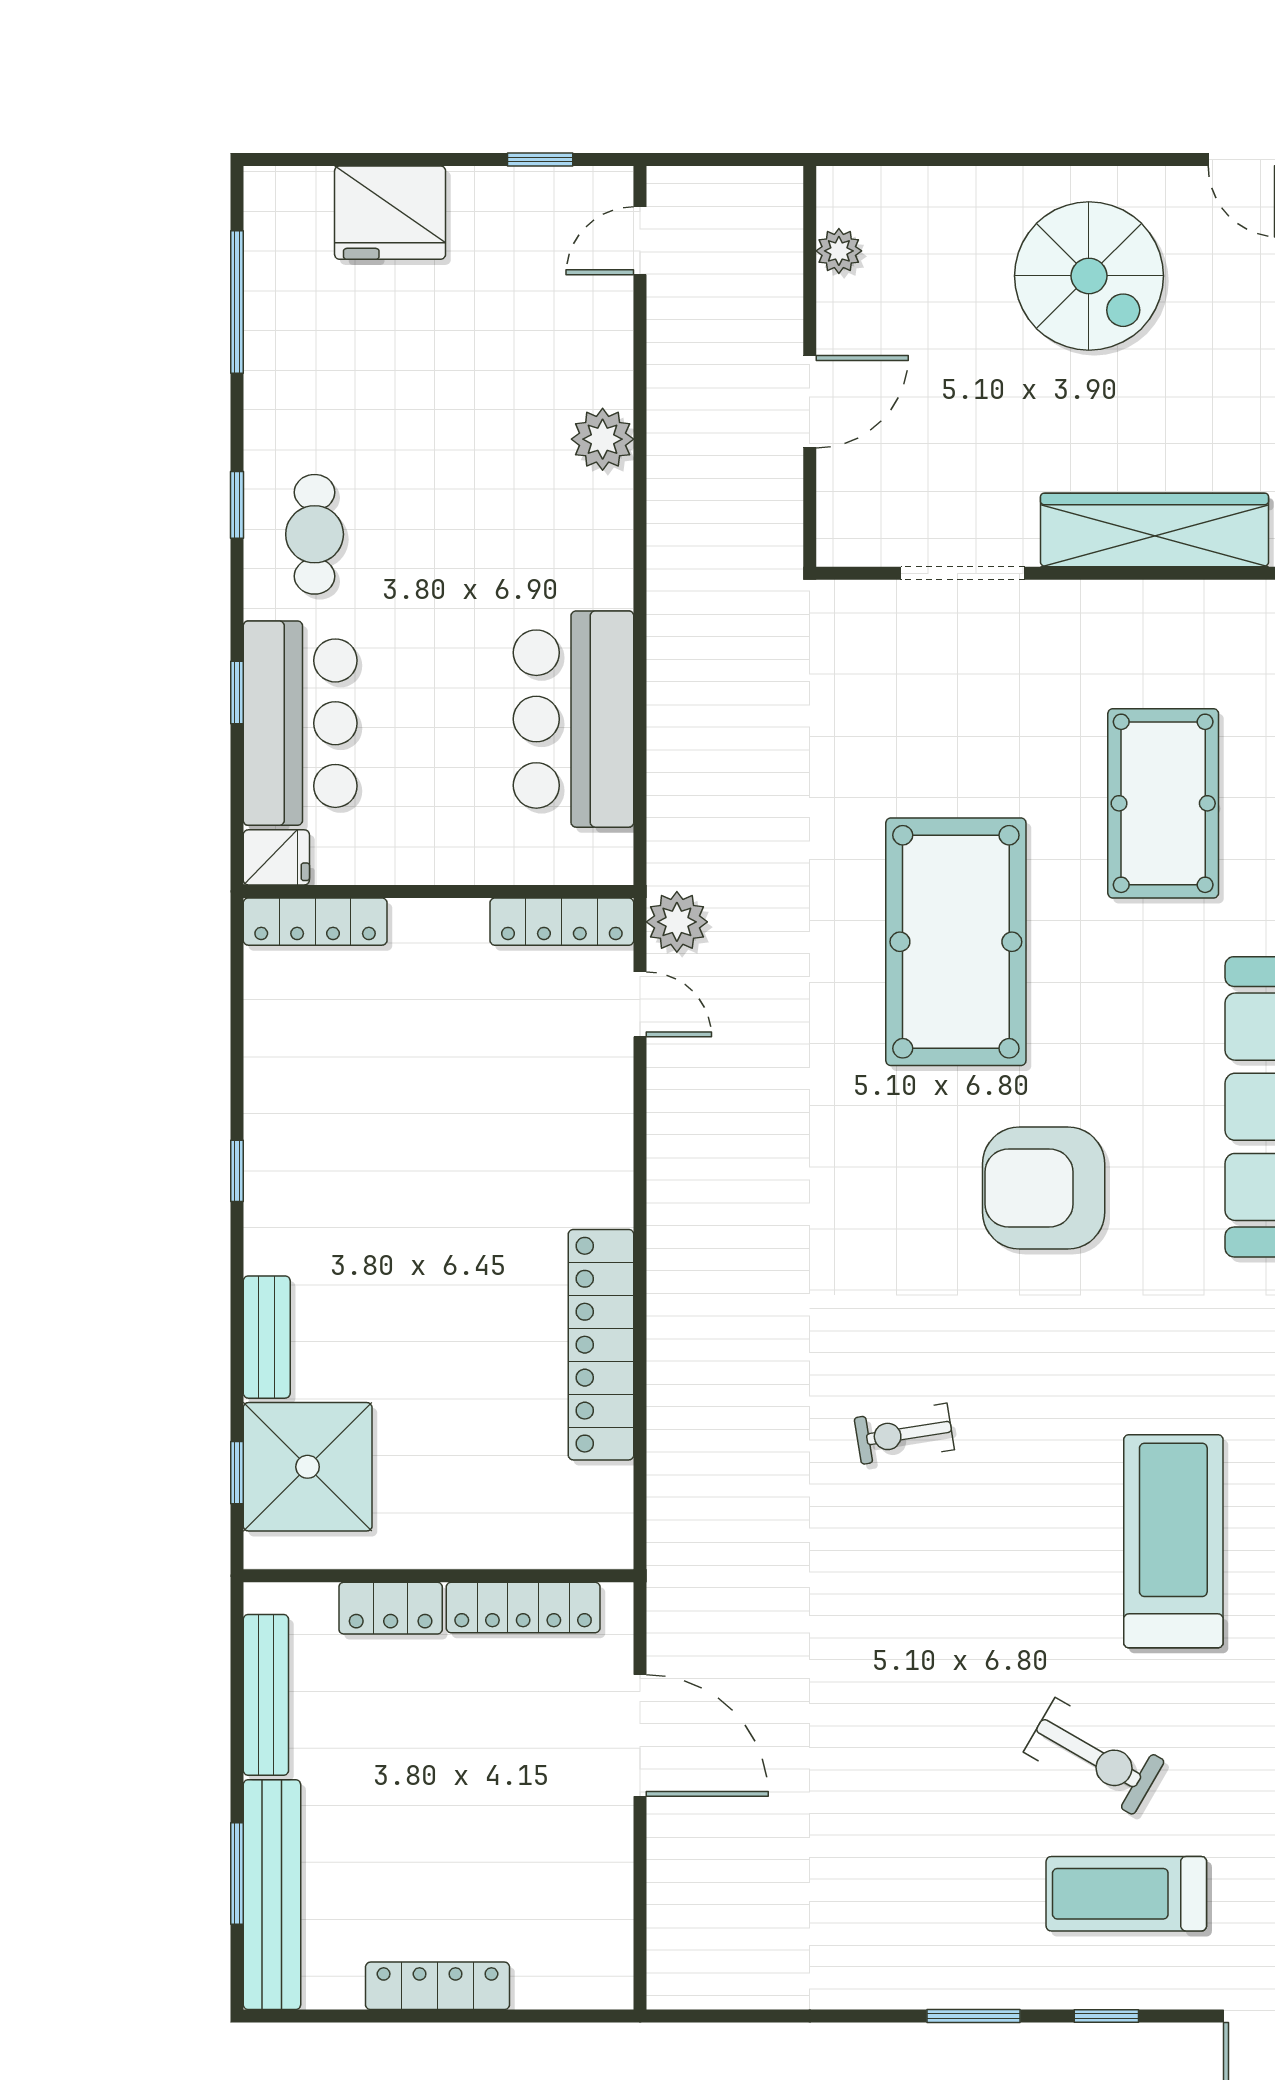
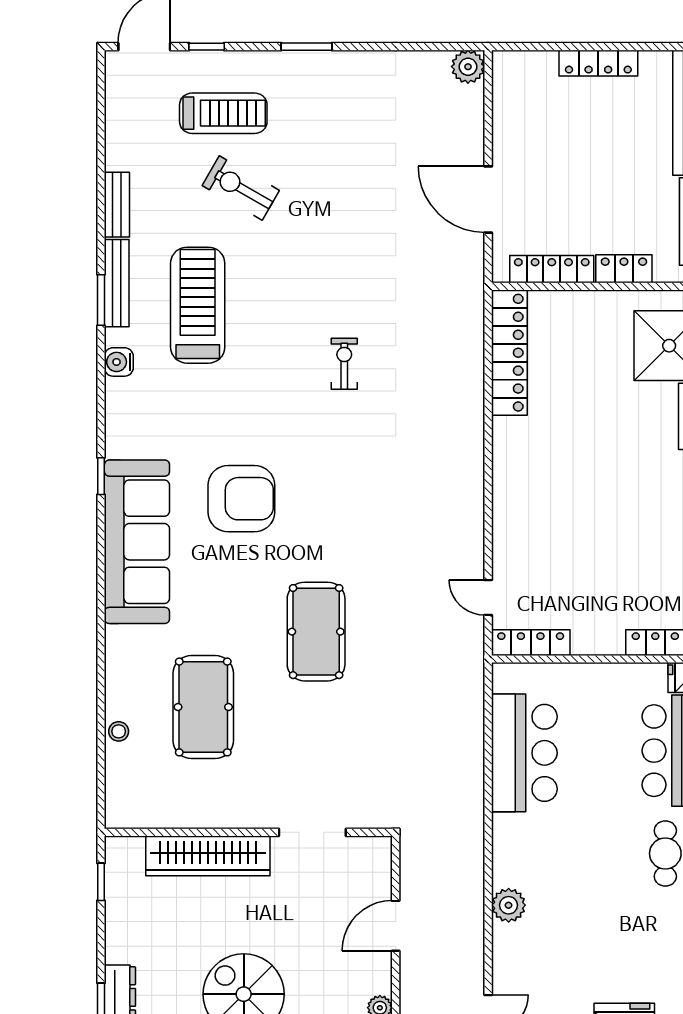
plant: (677, 922) -> (468, 67), moved
pool table: (956, 942) -> (316, 632), width x0.73, depth x0.76
armchair: (1044, 1188) -> (241, 499), moved
locker: (601, 1345) -> (509, 353), moved
exercise bike: (904, 1434) -> (344, 364), turned -81
treadmill: (1173, 1541) -> (198, 305), turned 180
window: (1106, 2016) -> (207, 47), moved

